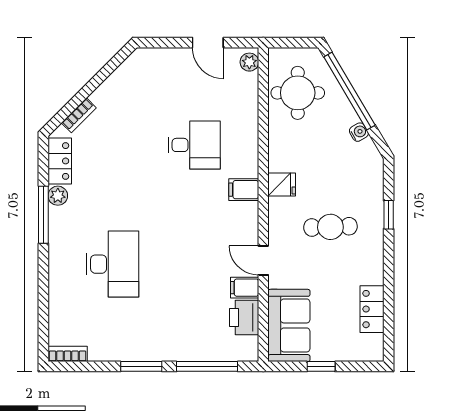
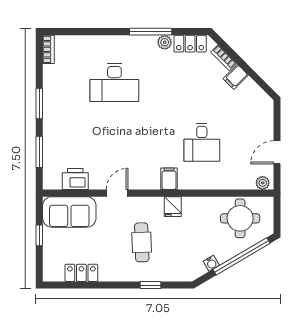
filing cabinet: (245, 288) -> (236, 77), moved, turned -135
window: (207, 366) -> (39, 152), width x0.69

